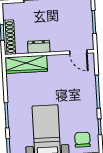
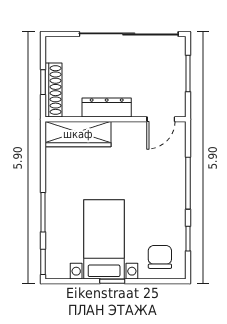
dresser: (39, 47) -> (107, 108), width x1.44
door: (78, 52) -> (161, 119), hinge flipped

